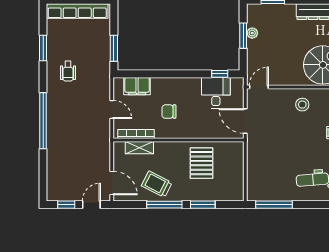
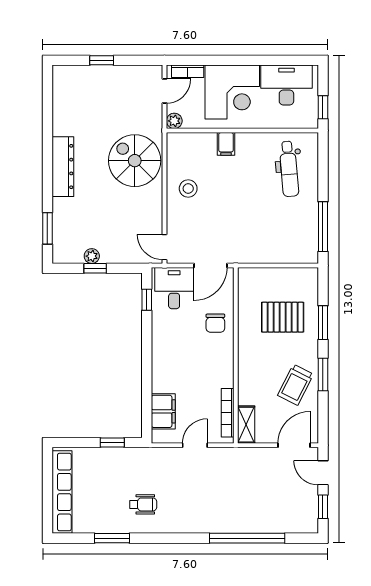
window: (243, 36) -> (95, 268), width x0.67
window: (114, 48) -> (112, 443), width x0.67
desk: (216, 93) -> (174, 288), moved, turned 90
chair: (169, 112) -> (215, 323), moved
window: (43, 121) -> (247, 538), moved
shelving: (139, 148) -> (246, 425), moved
pallet: (202, 163) -> (283, 317), moved
window: (164, 205) -> (323, 374), width x0.69

